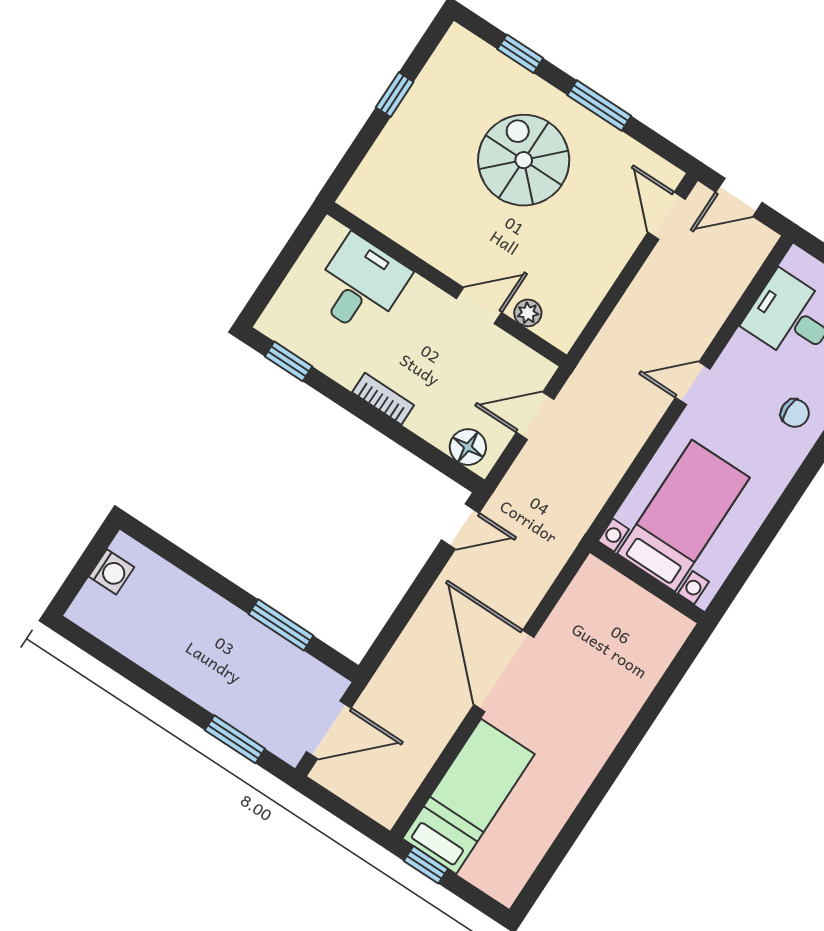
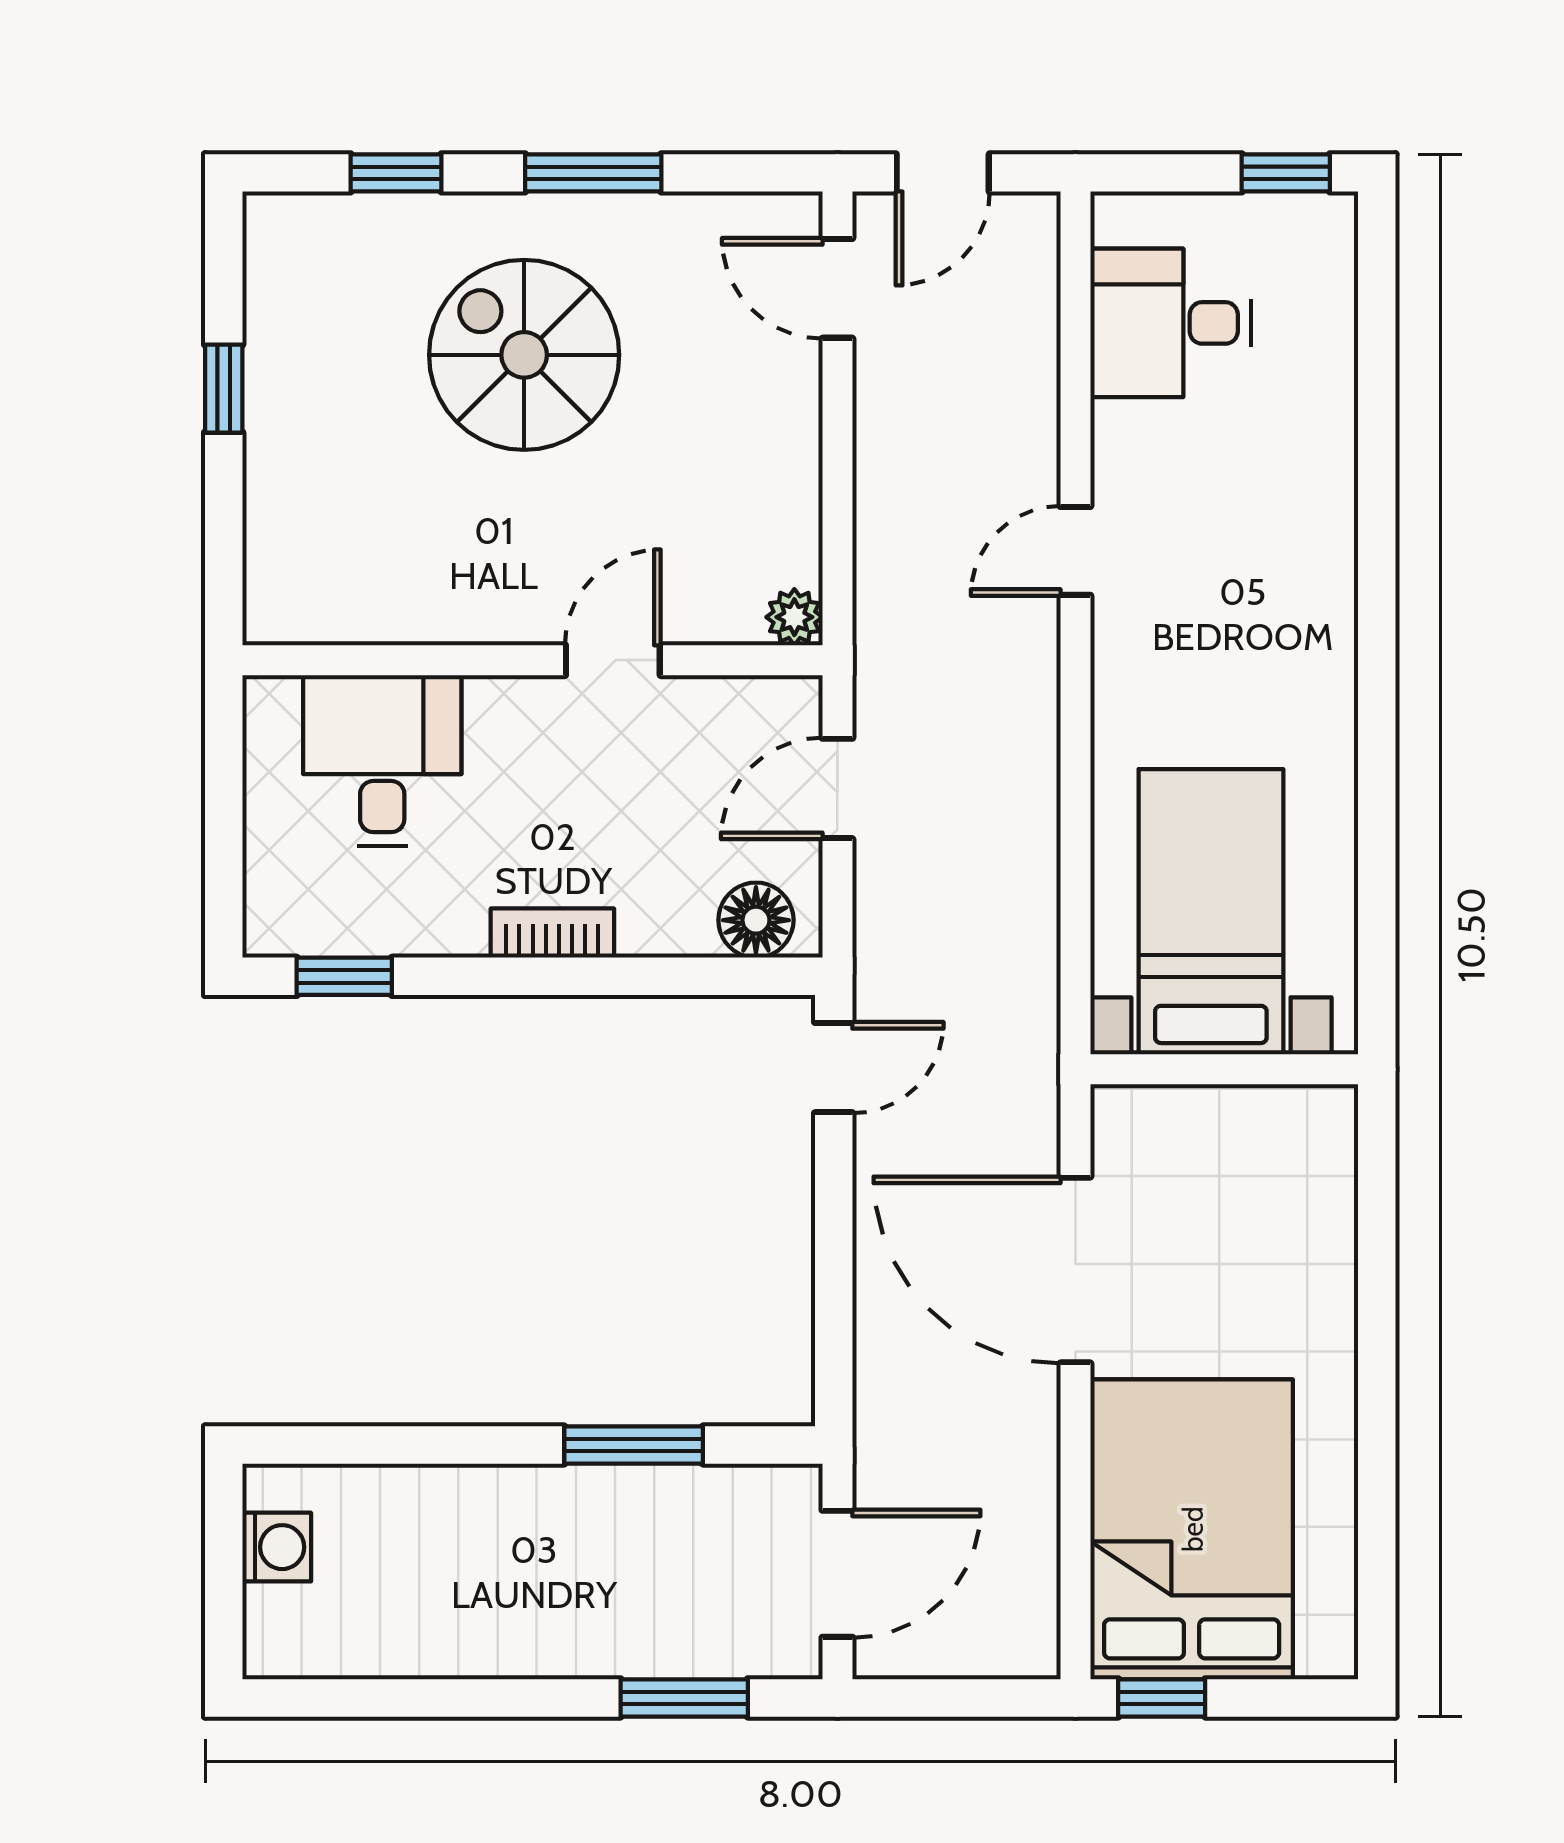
plant: (528, 313) -> (794, 617), moved
chair: (795, 413) -> (1288, 486), removed
bed with nightstands: (683, 516) -> (1211, 912), moved
wall: (647, 582) -> (1224, 1069), moved
bed: (469, 796) -> (1192, 1529), width x1.50

